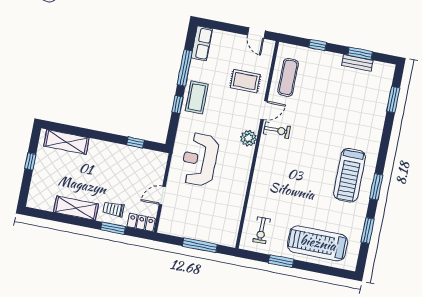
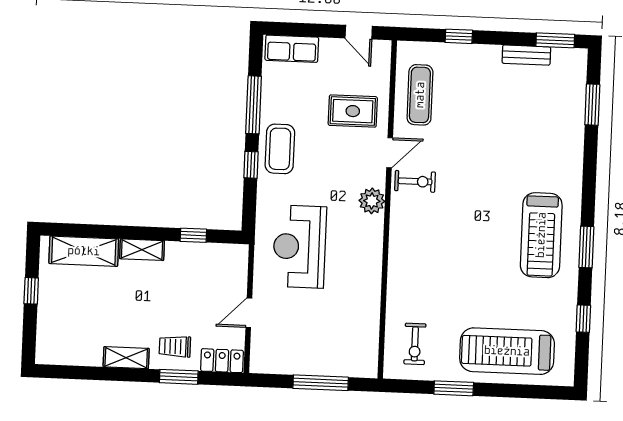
row of seats: (202, 43) -> (292, 49), moved, turned 90
window: (360, 53) -> (555, 40), moved
shelving: (102, 147) -> (142, 250), added
shelving: (76, 208) -> (126, 358), width x0.67, depth x0.75
window: (368, 231) -> (583, 319), width x0.67

